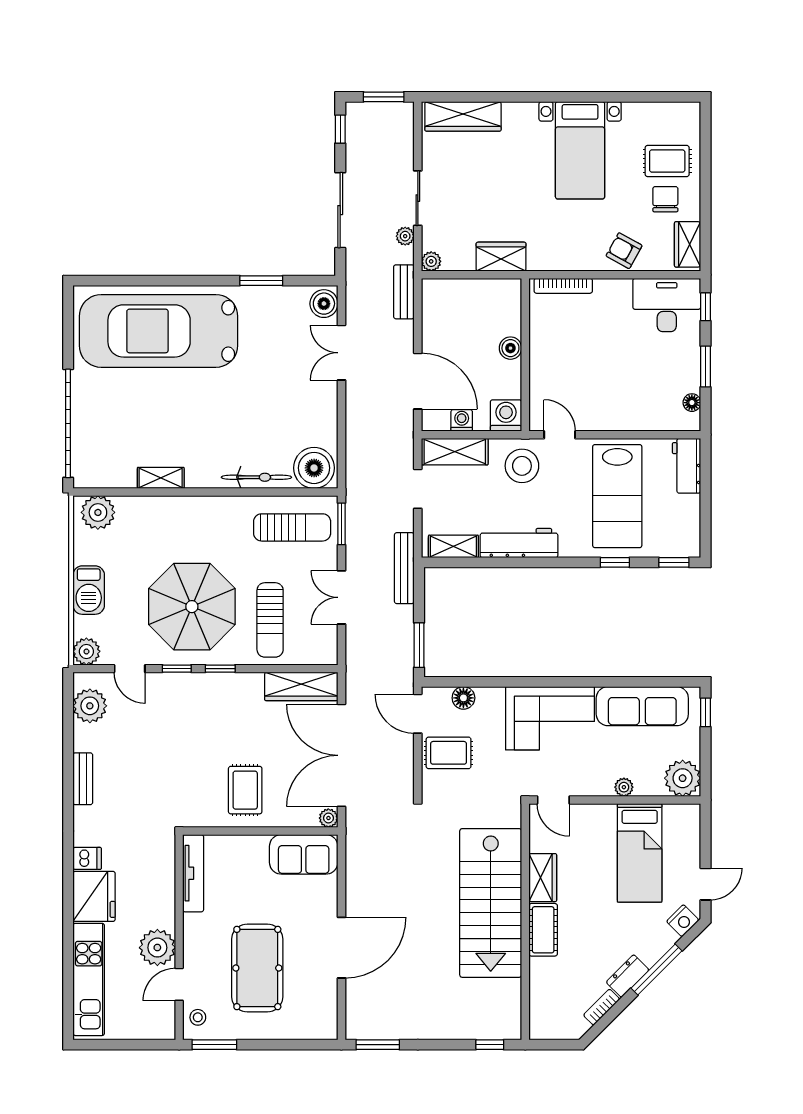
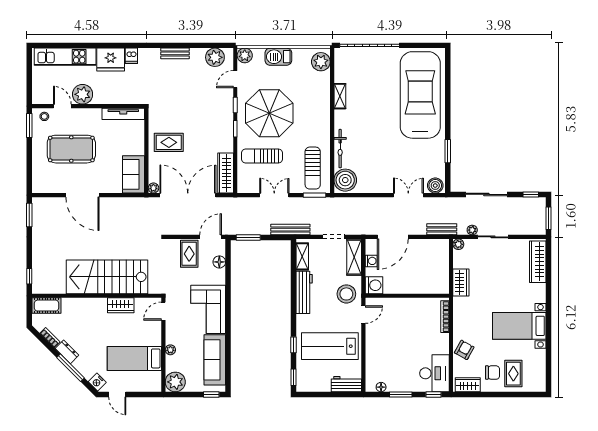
boiler: (510, 348) -> (411, 288), removed
cot: (543, 930) -> (47, 306), moved

